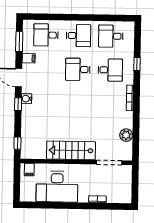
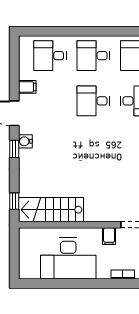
desk: (78, 36) -> (93, 56), turned 180
window: (19, 42) -> (14, 65), removed
stairs: (71, 150) -> (51, 210), moved
filing cabinet: (29, 170) -> (109, 236), moved

